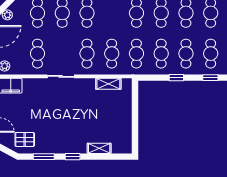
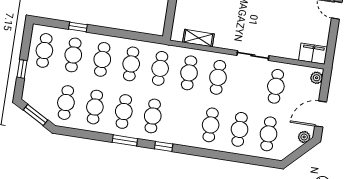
window: (176, 78) -> (118, 33), removed

